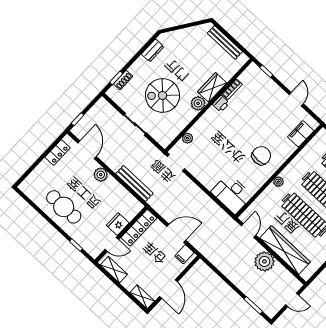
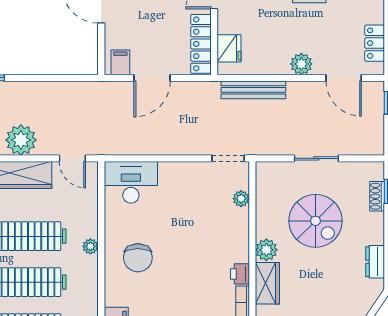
spiral stairs: (163, 95) -> (316, 221), turned 90
fridge: (118, 224) -> (229, 48), moved

